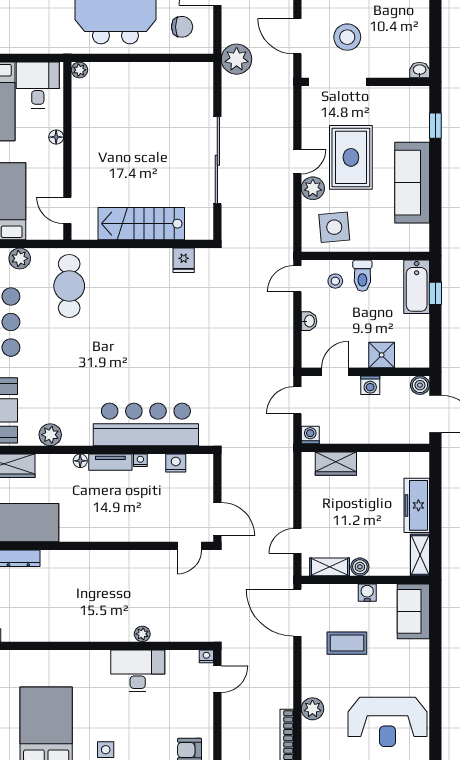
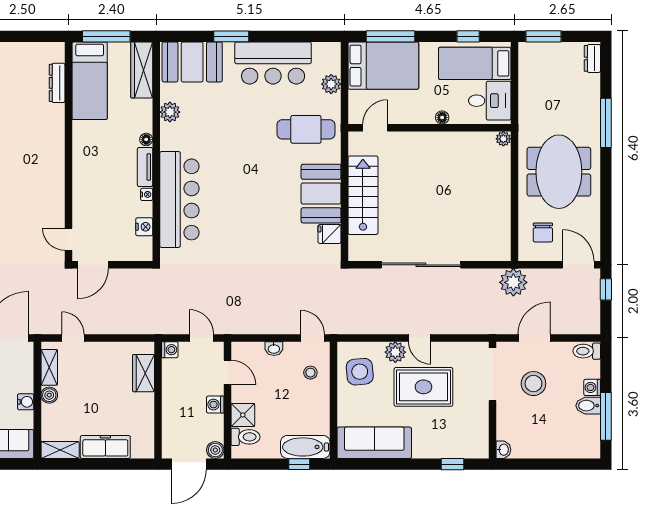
sofa: (412, 183) -> (374, 443), moved
booth: (139, 269) -> (321, 194), added
toilet: (362, 276) -> (245, 437), moved, turned 180

